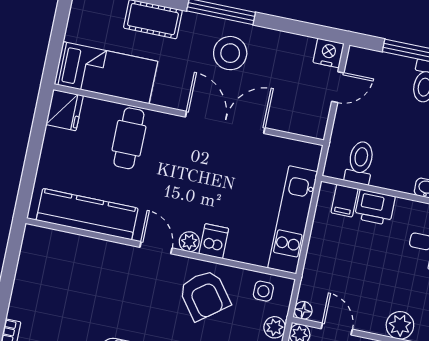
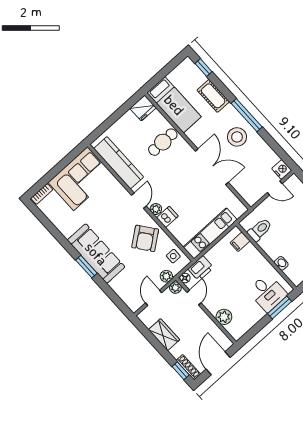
printer: (375, 207) -> (201, 268), moved, turned -90
corner sofa: (49, 277) -> (81, 179), added

